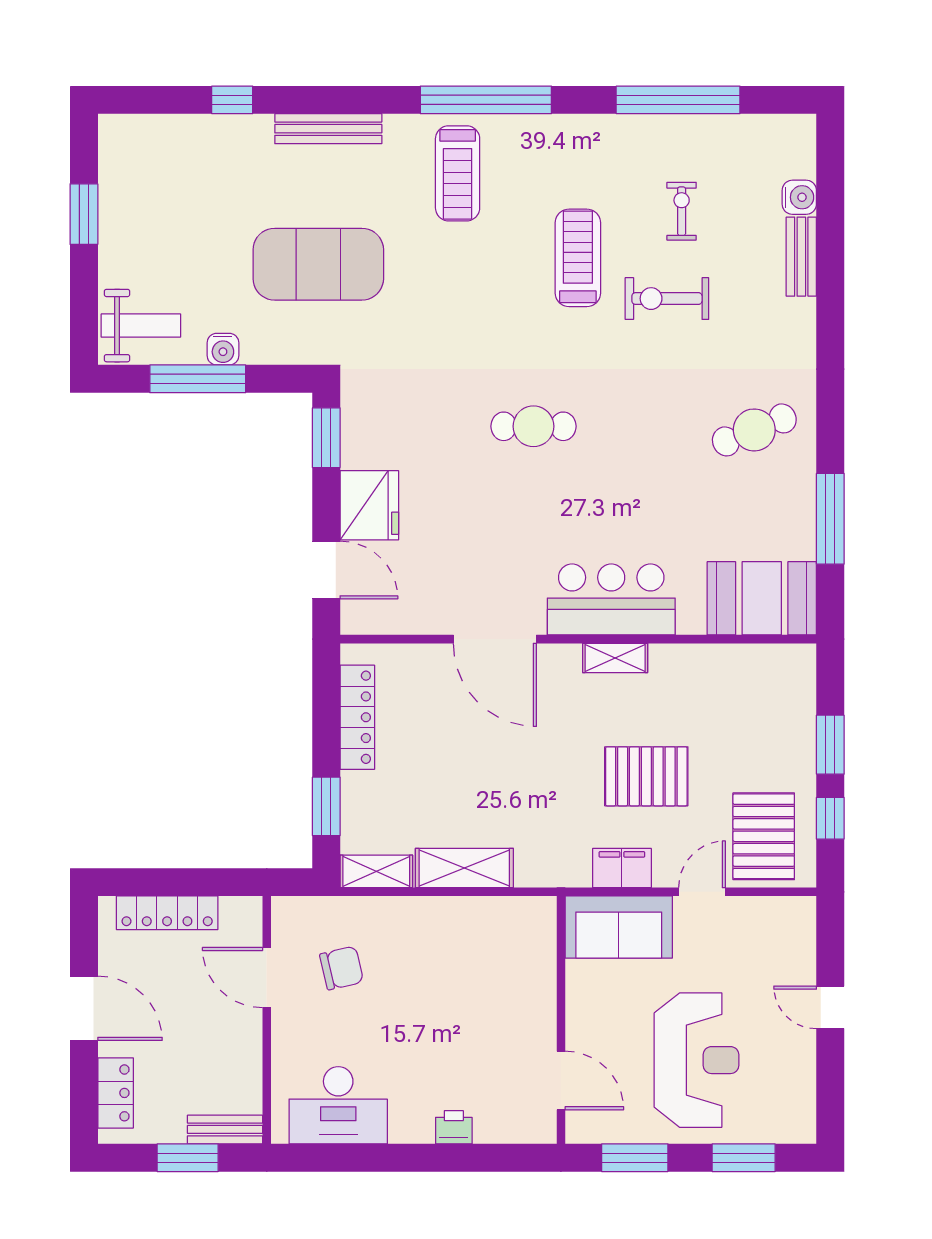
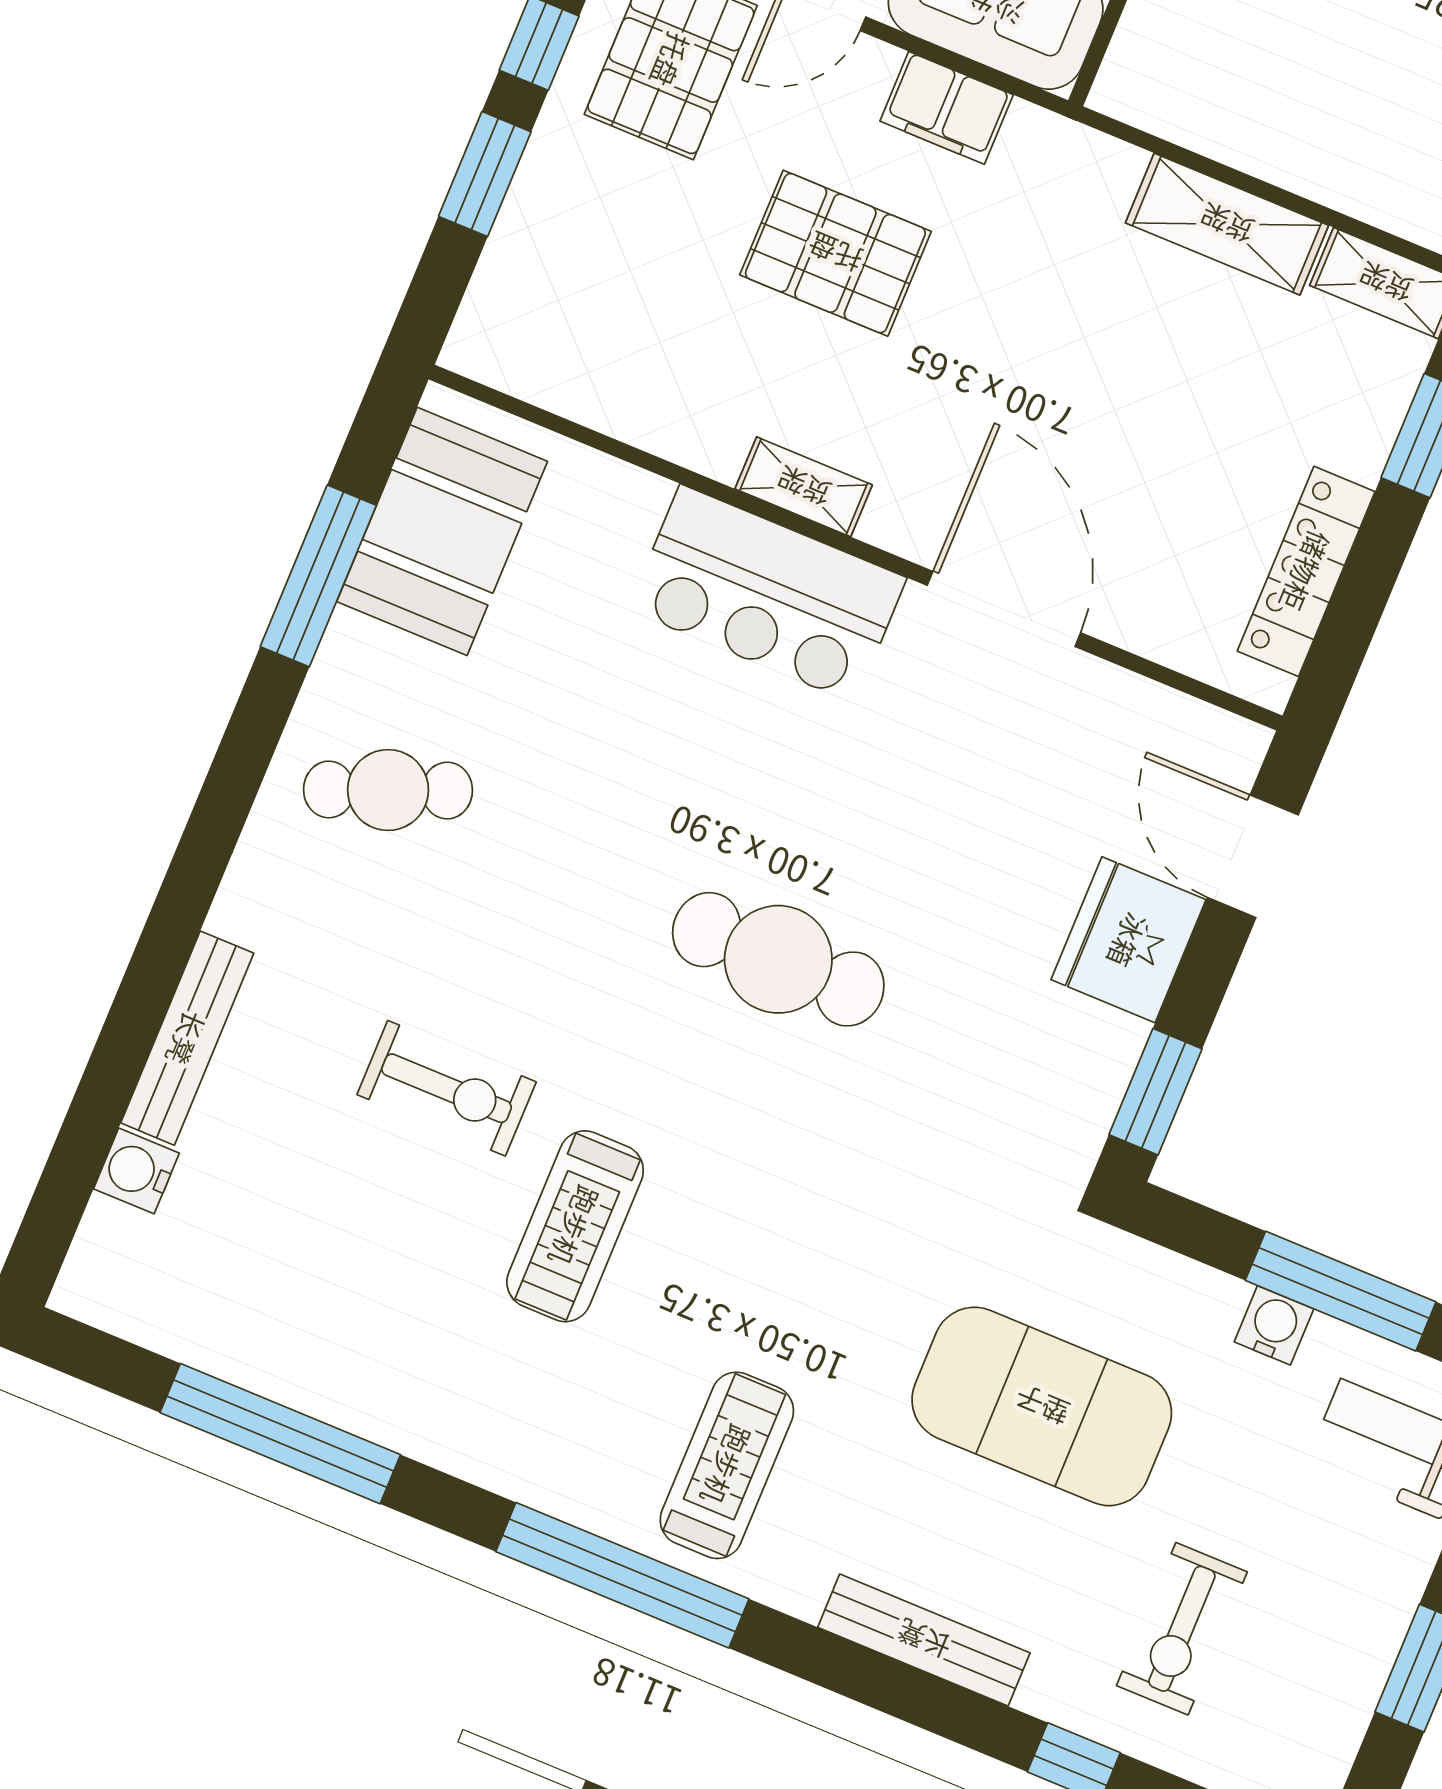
exercise bike: (682, 211) -> (1182, 1629), moved, width x1.38, depth x1.39
bench: (801, 257) -> (187, 1038), width x1.36
cafe table: (533, 426) -> (778, 959), width x1.37, depth x1.35
booth: (762, 598) -> (442, 531), moved, turned 90

